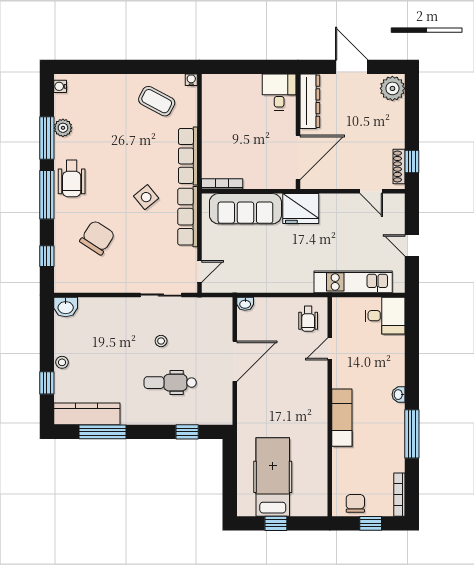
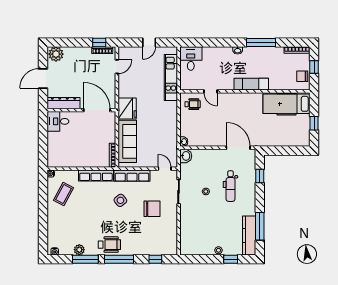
chair: (97, 238) -> (152, 209), moved, turned 147
washbasin: (66, 307) -> (186, 156), moved
door: (235, 361) -> (238, 148), moved
hospital bed: (273, 477) -> (287, 104), moved

